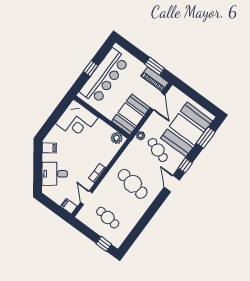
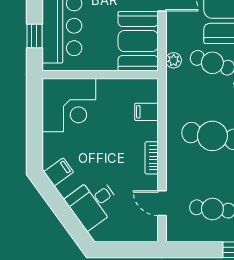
window: (91, 68) -> (34, 36), moved
plant: (117, 138) -> (143, 89), removed
filing cabinet: (69, 206) -> (146, 112), moved

